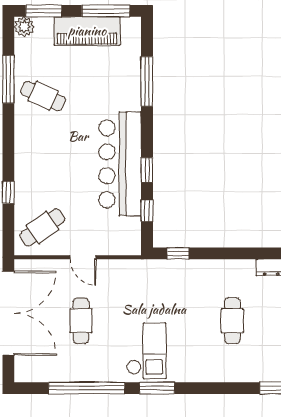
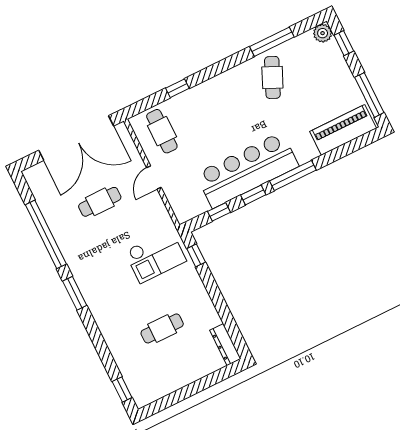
window: (44, 11) -> (344, 43), width x0.67
piano: (87, 31) -> (343, 130), moved, turned 90
window: (147, 81) -> (293, 175), moved
cafe table: (42, 228) -> (162, 131), turned 36
checkout: (146, 351) -> (155, 256), moved

